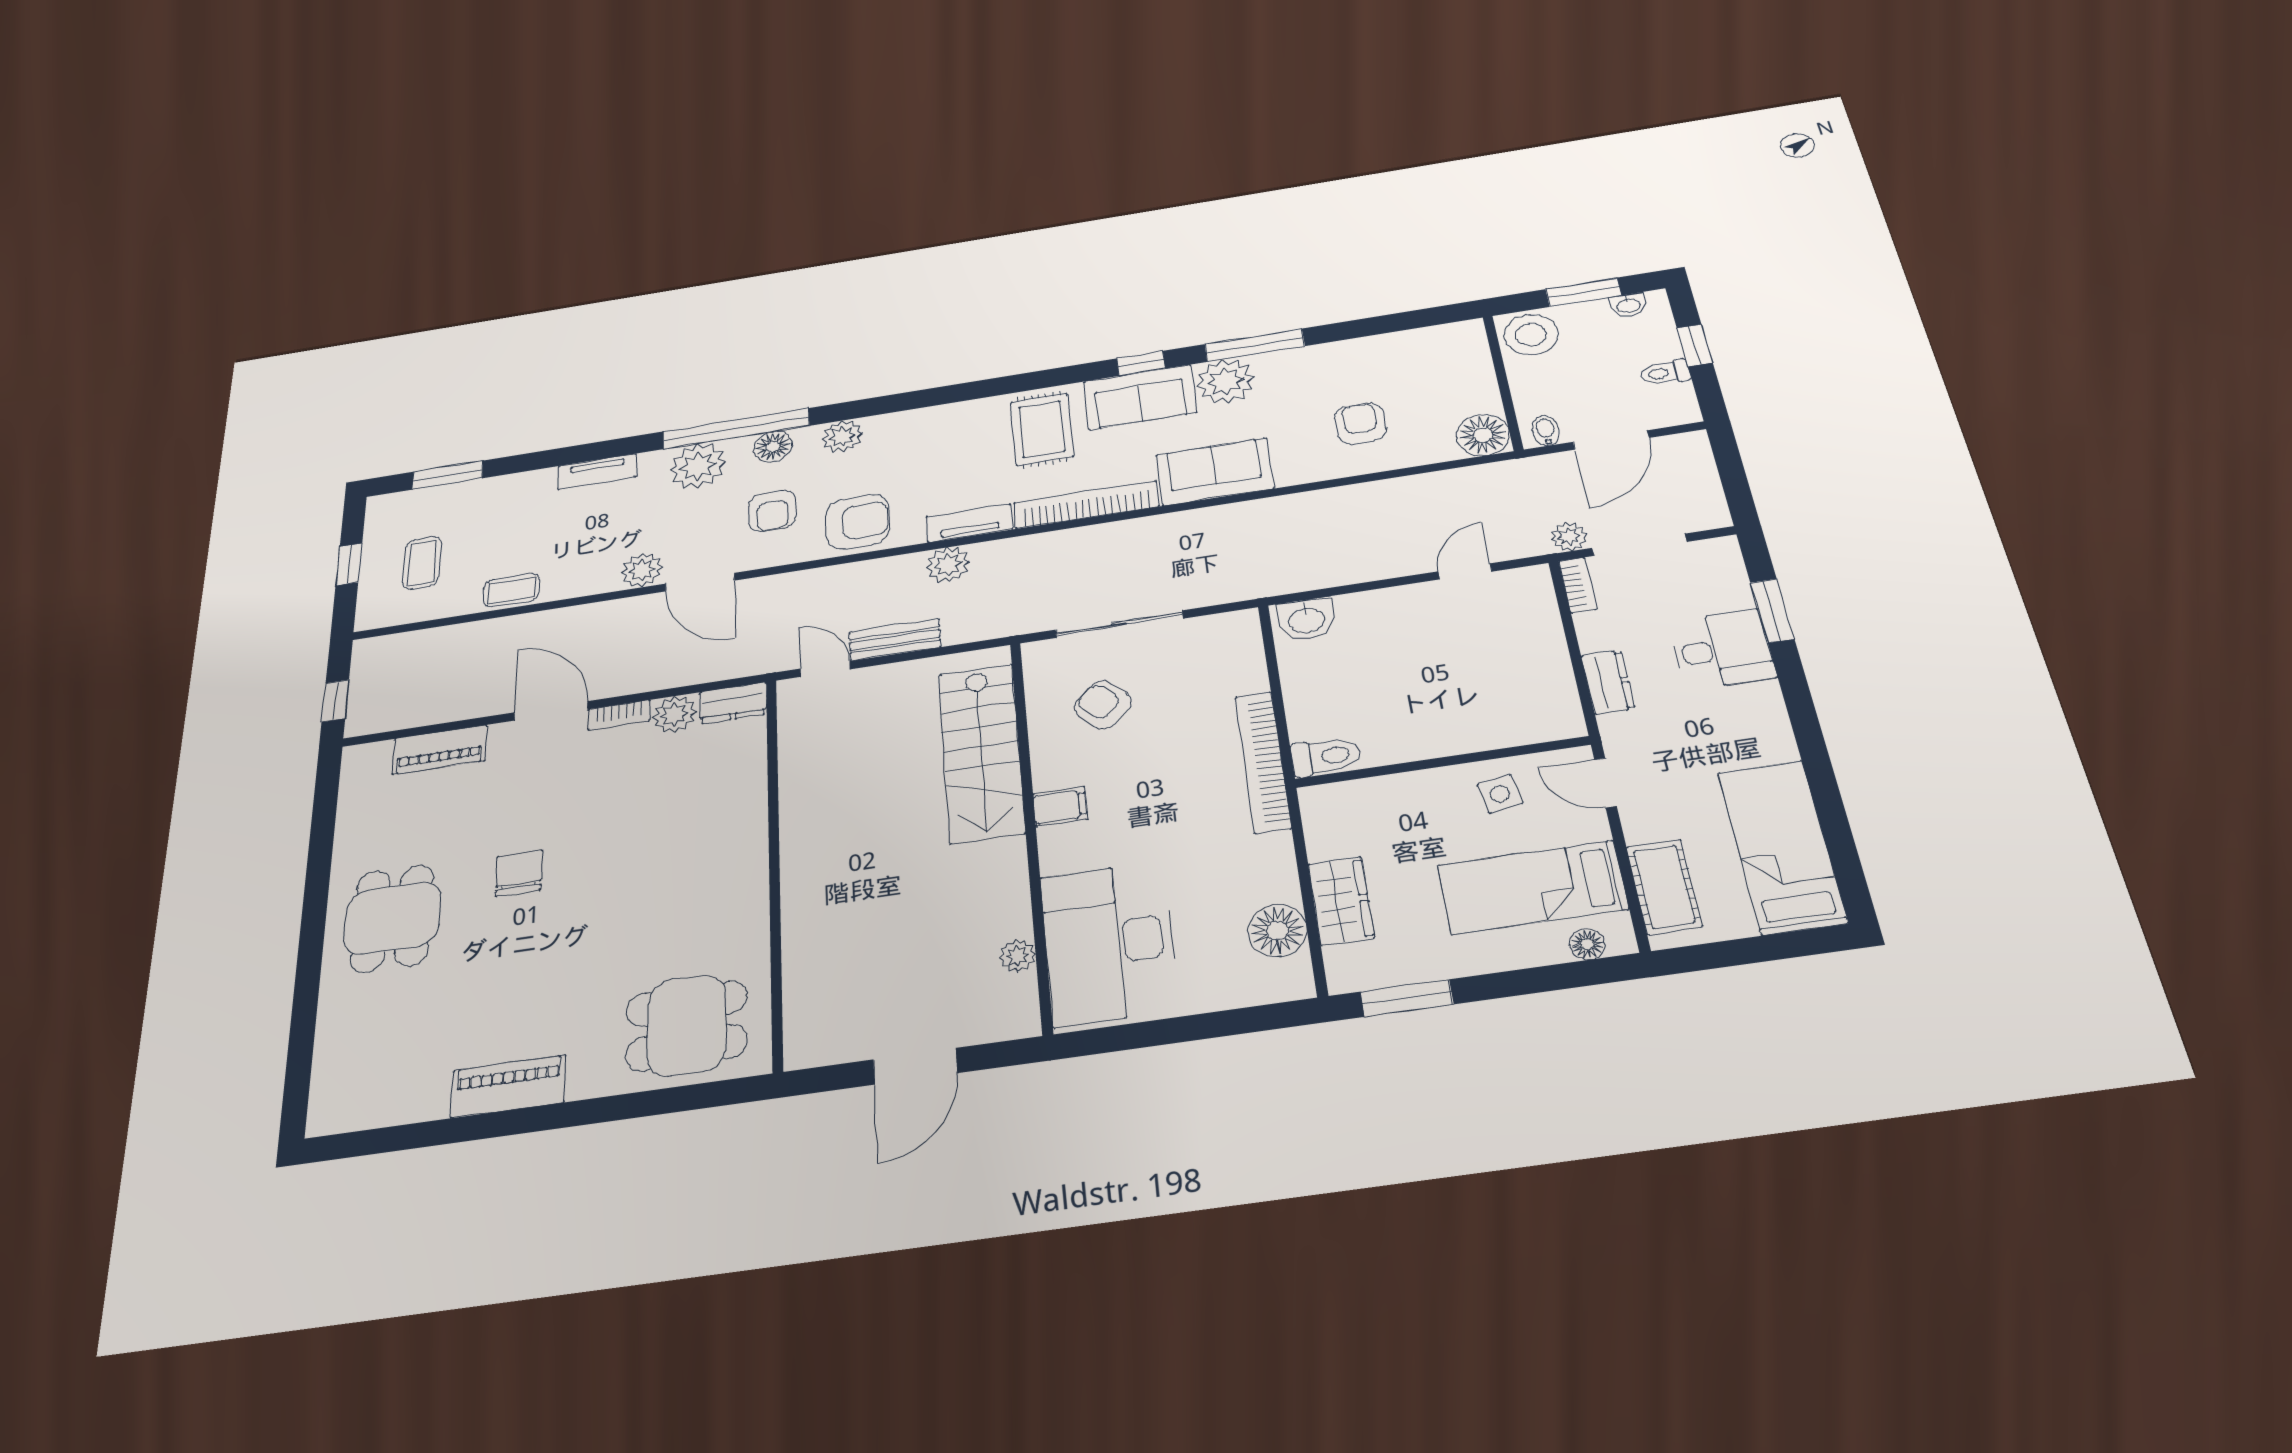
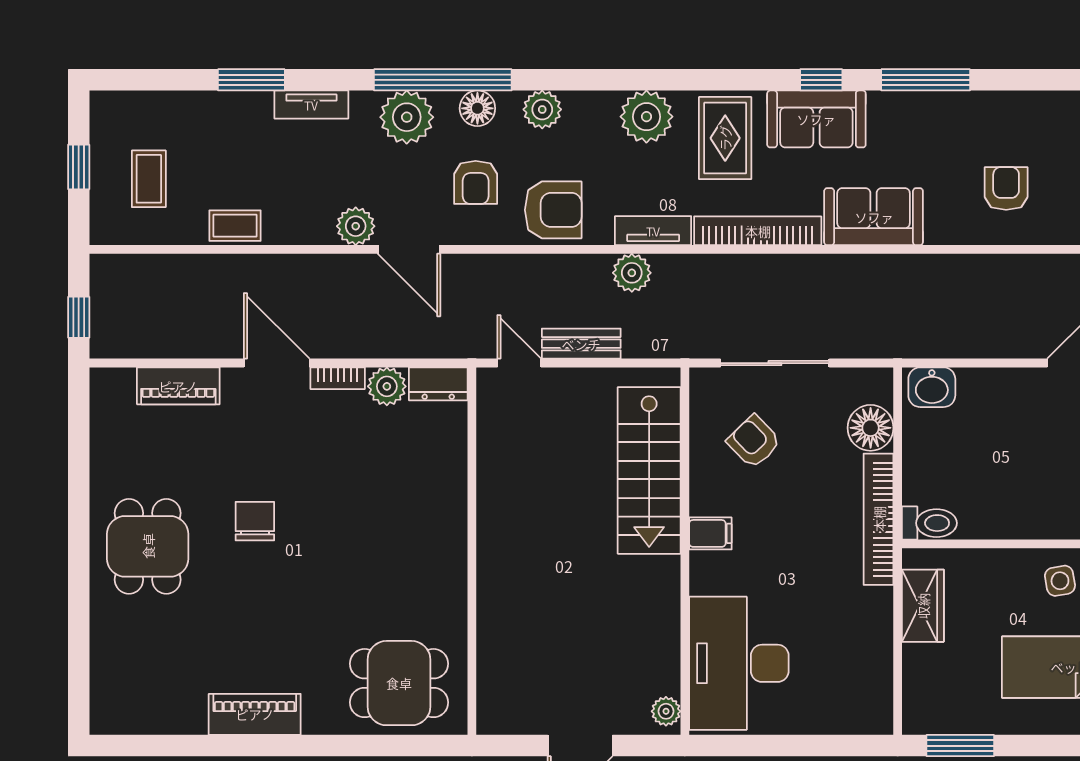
plant: (1225, 381) -> (646, 117), moved
window: (448, 475) -> (251, 80), moved
wardrobe: (1341, 901) -> (923, 606), moved
floor lamp: (1277, 931) -> (871, 428), moved
plant: (1017, 956) -> (666, 711), moved

